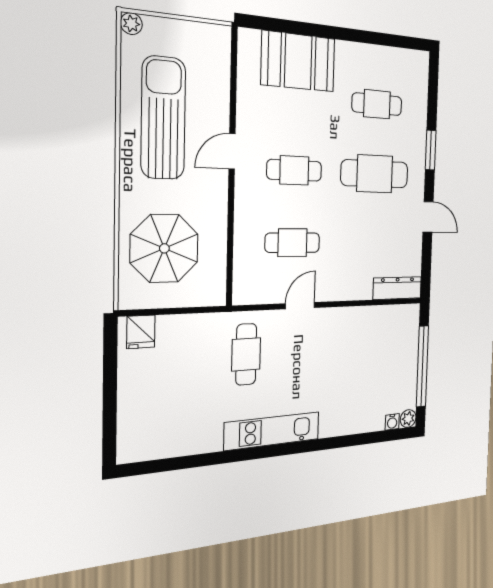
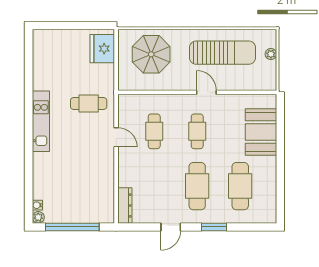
plant: (131, 24) -> (271, 54), moved
cafe table: (377, 104) -> (240, 186), width x1.37, depth x1.35
fridge: (141, 332) -> (102, 49), width x1.88, depth x1.34

